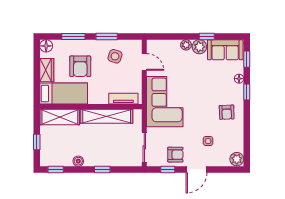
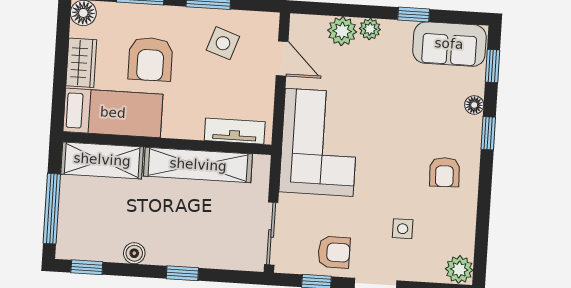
plant: (199, 47) -> (342, 31), moved
window: (37, 142) -> (52, 209), width x2.17

